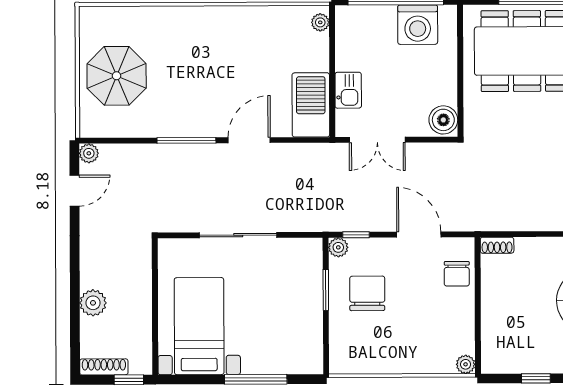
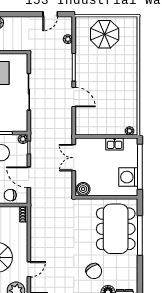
kitchen sink: (348, 90) -> (115, 144), moved
barbecue: (311, 105) -> (90, 126), removed
plant: (89, 153) -> (68, 39), moved
door: (74, 191) -> (50, 14), hinge flipped
door: (419, 234) -> (29, 177), swing flipped

